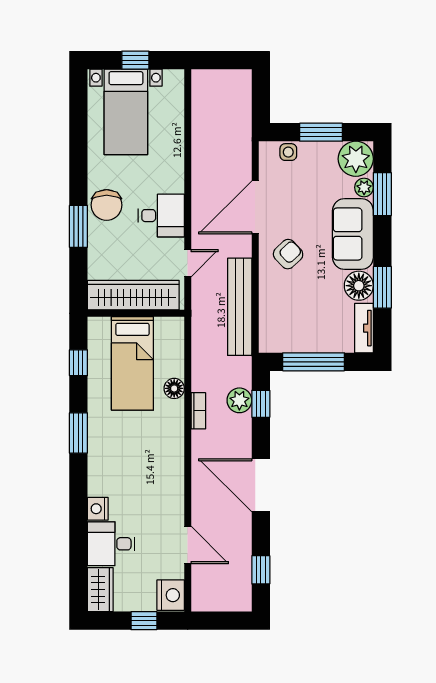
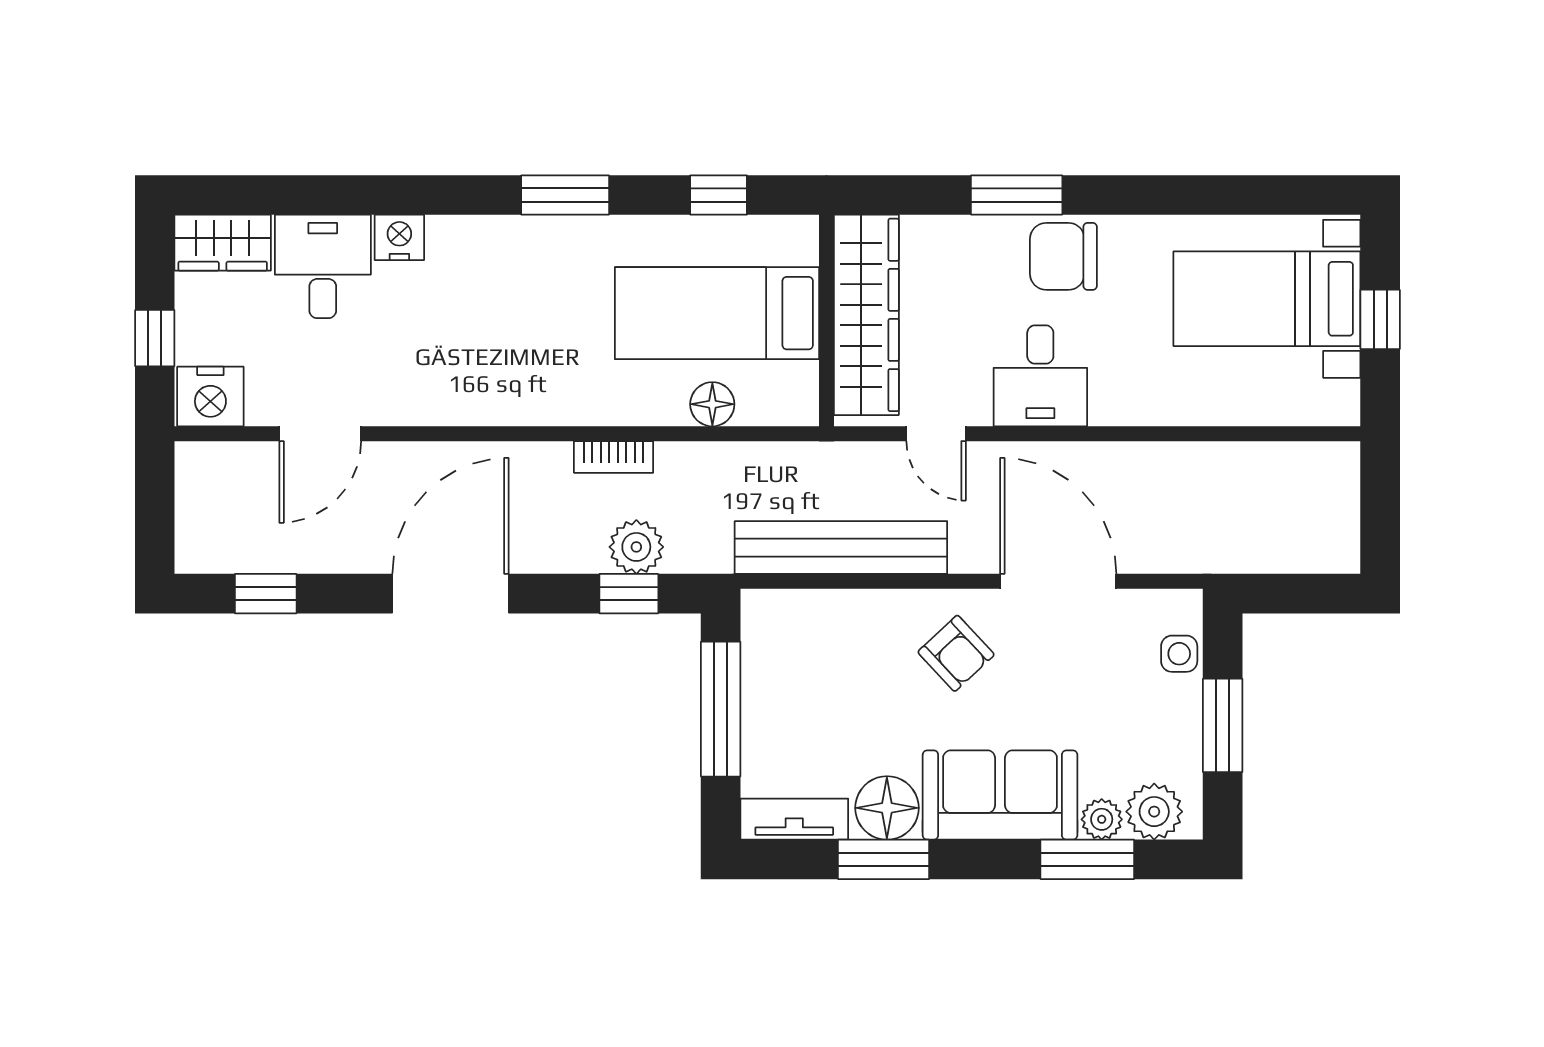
plant: (356, 159) -> (1154, 812), width x0.73, depth x0.73
floor lamp: (174, 388) -> (712, 404), moved

